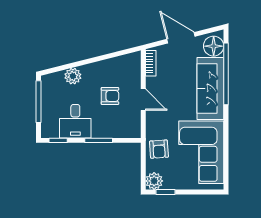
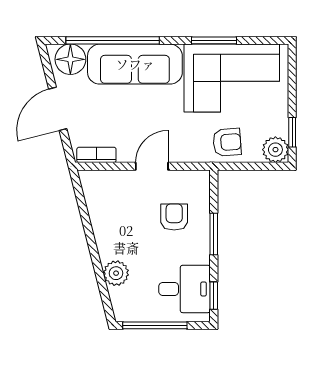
armchair: (110, 96) -> (174, 217), moved
desk: (75, 121) -> (185, 289), moved
window: (226, 141) -> (214, 40), added

